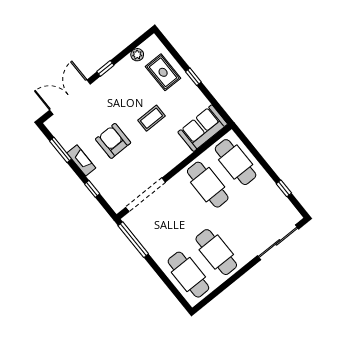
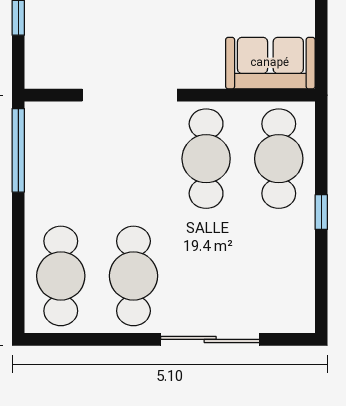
window: (284, 188) -> (321, 212), moved
doorway: (146, 195) -> (130, 95), moved
sliding door: (278, 242) -> (210, 339), moved

